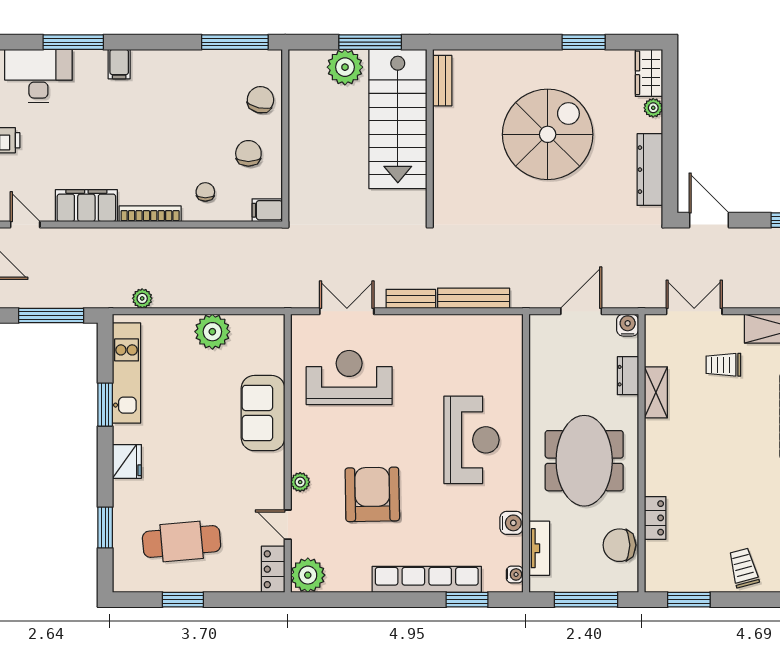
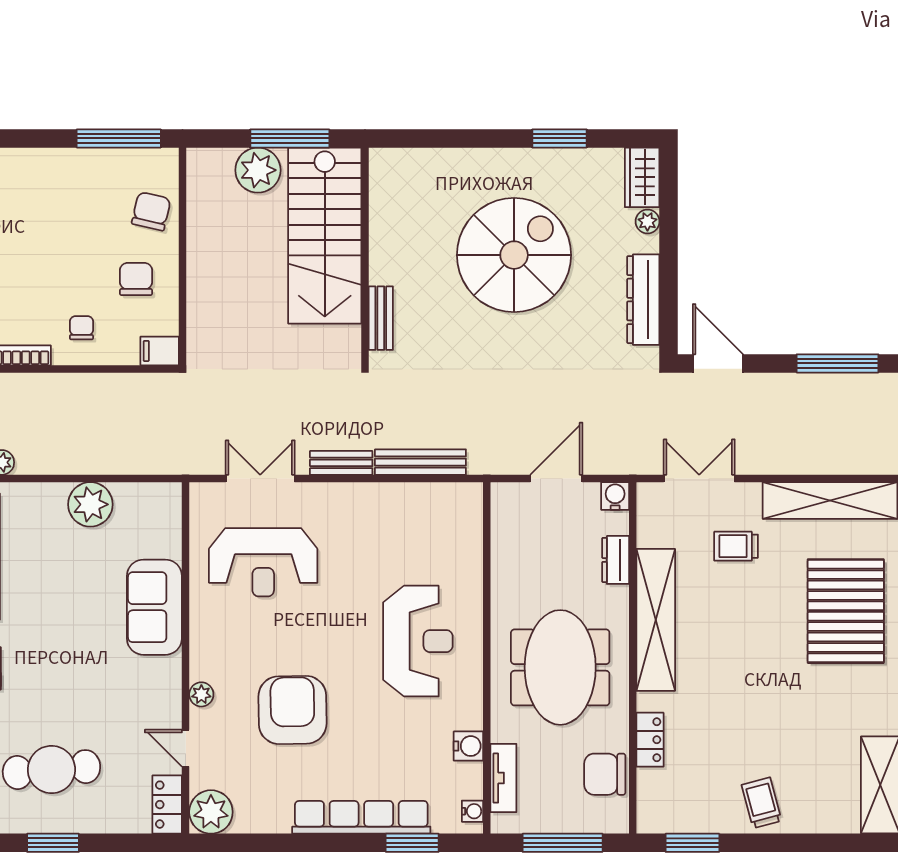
bench: (442, 81) -> (381, 318), moved
reception desk: (349, 378) -> (263, 562), turned 180
shelving: (656, 392) -> (656, 620), width x2.20, depth x1.33

